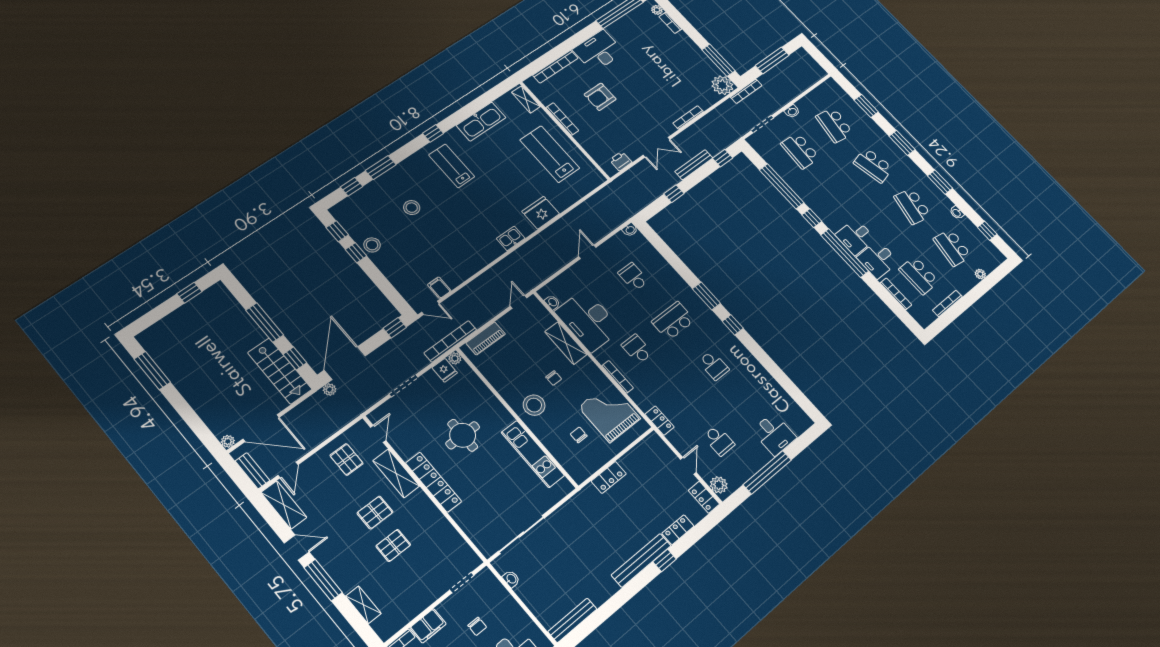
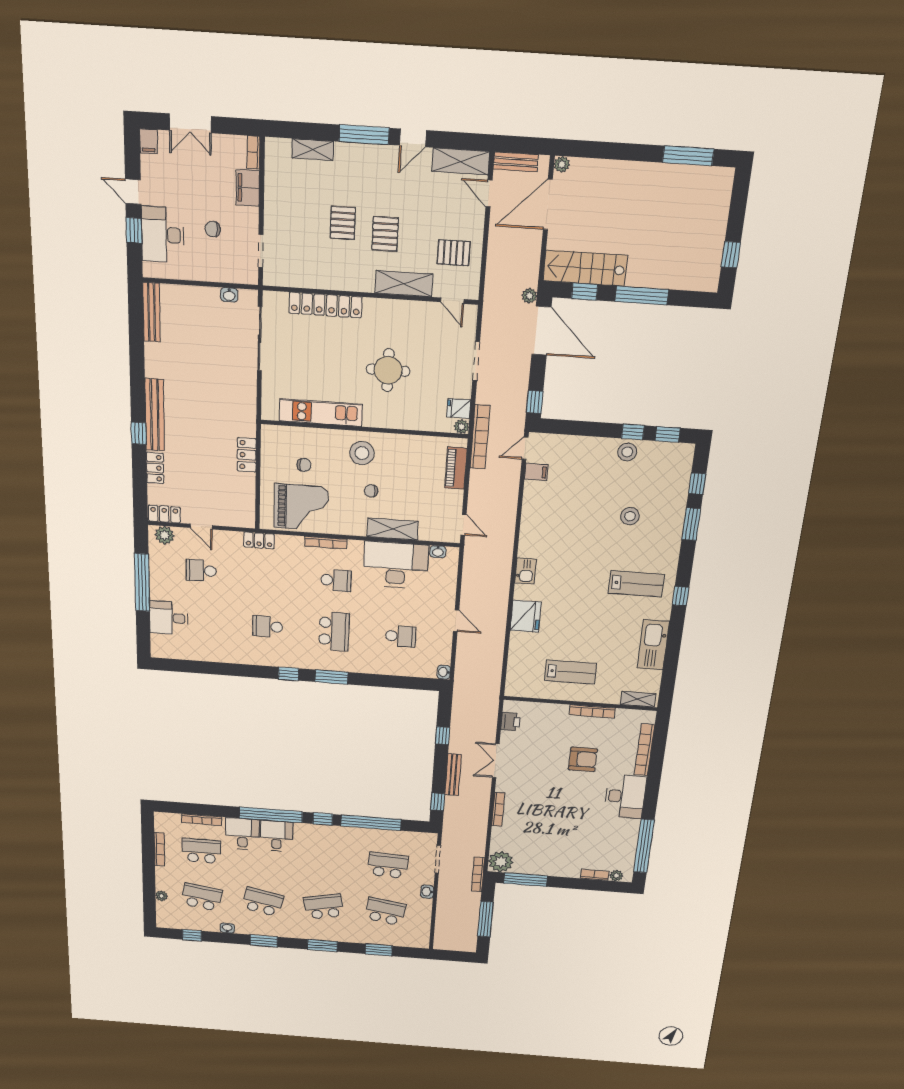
armchair: (600, 97) -> (583, 759), turned 90
lab bench: (550, 154) -> (571, 672), width x0.73, depth x0.72
locker: (433, 482) -> (325, 305), moved

